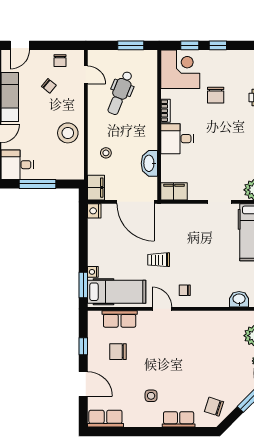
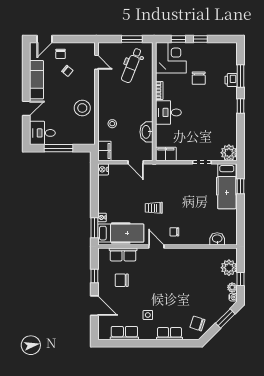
chair: (60, 61) -> (61, 54), moved
dental chair: (120, 93) -> (132, 65), moved
door: (136, 202) -> (136, 162), width x0.53
row of seats: (105, 419) -> (124, 333), moved

